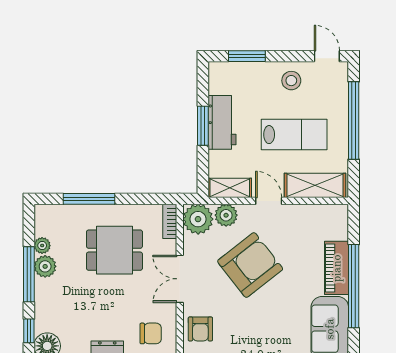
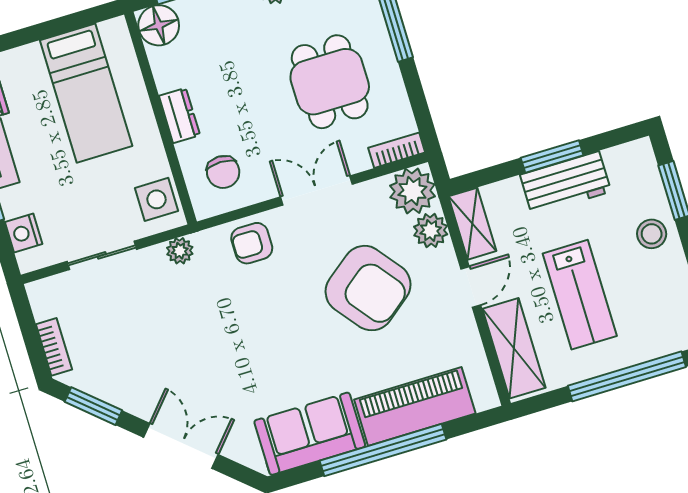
stool: (291, 81) -> (652, 234), moved
piano: (337, 268) -> (415, 407), width x1.37, depth x1.33

